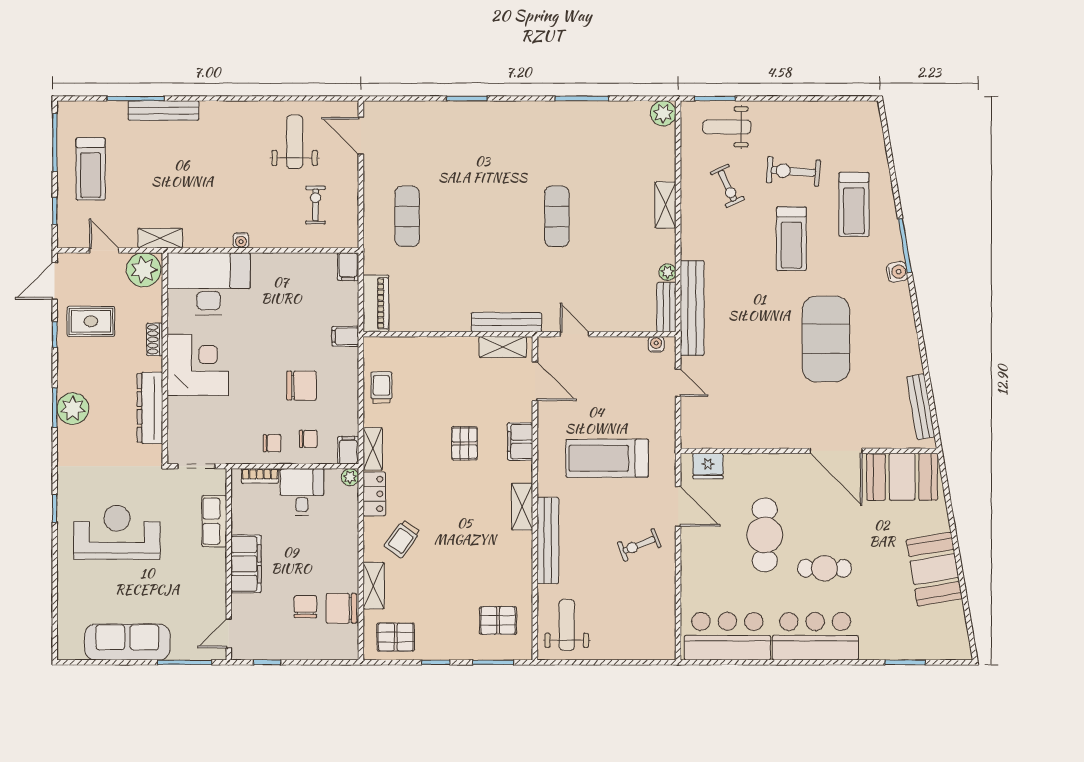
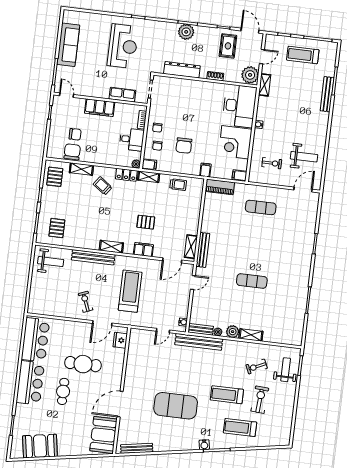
plant: (663, 113) -> (233, 332), moved
corner desk: (198, 365) -> (235, 142), moved, turned 90
booth: (934, 569) -> (40, 446), moved

